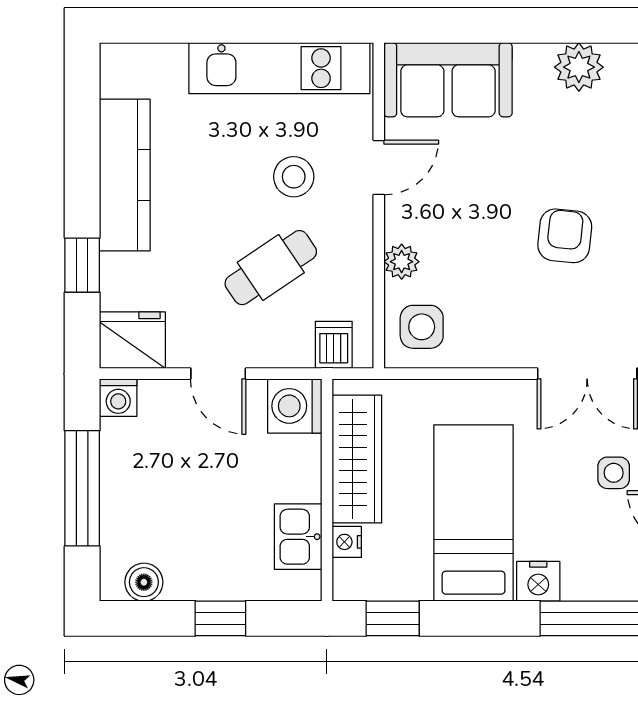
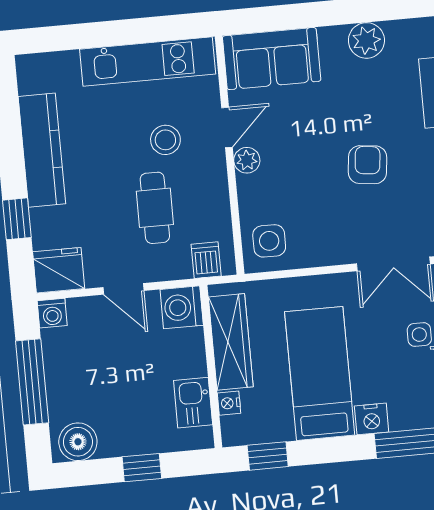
plant: (402, 262) -> (247, 160), moved
cafe table: (271, 268) -> (155, 208), turned -56
boiler: (144, 582) -> (78, 442), width x1.36, depth x1.36

